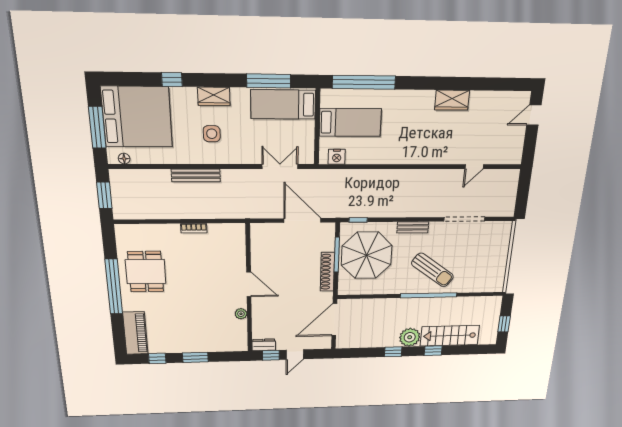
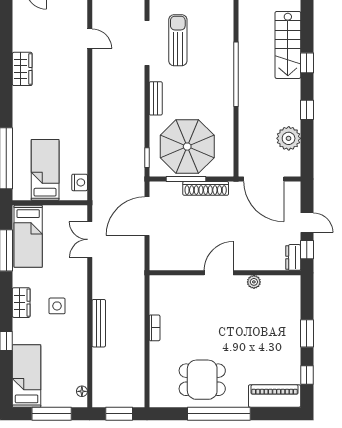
bed: (137, 117) -> (27, 376), width x0.49
sun lounger: (432, 270) -> (178, 40), moved, turned -36
plant: (410, 337) -> (289, 138), moved

